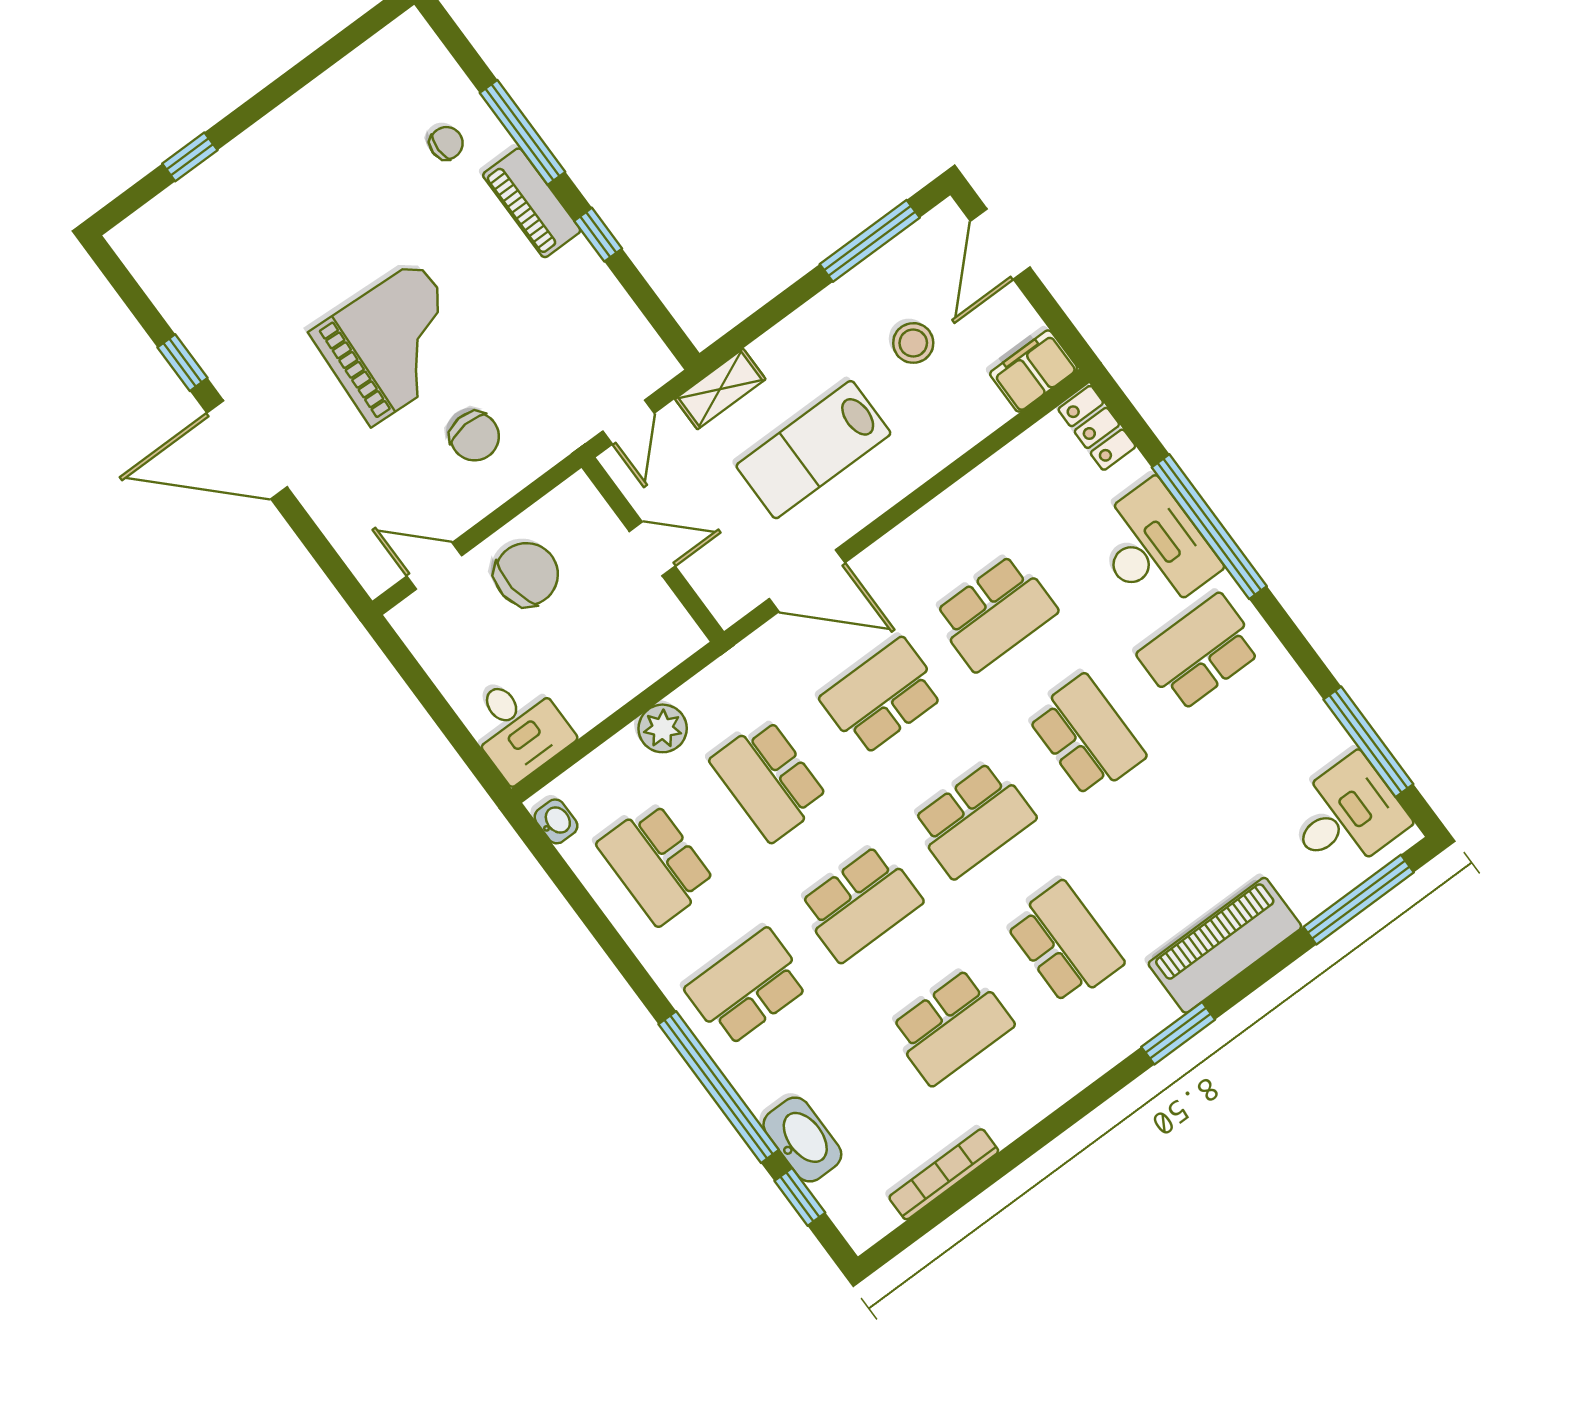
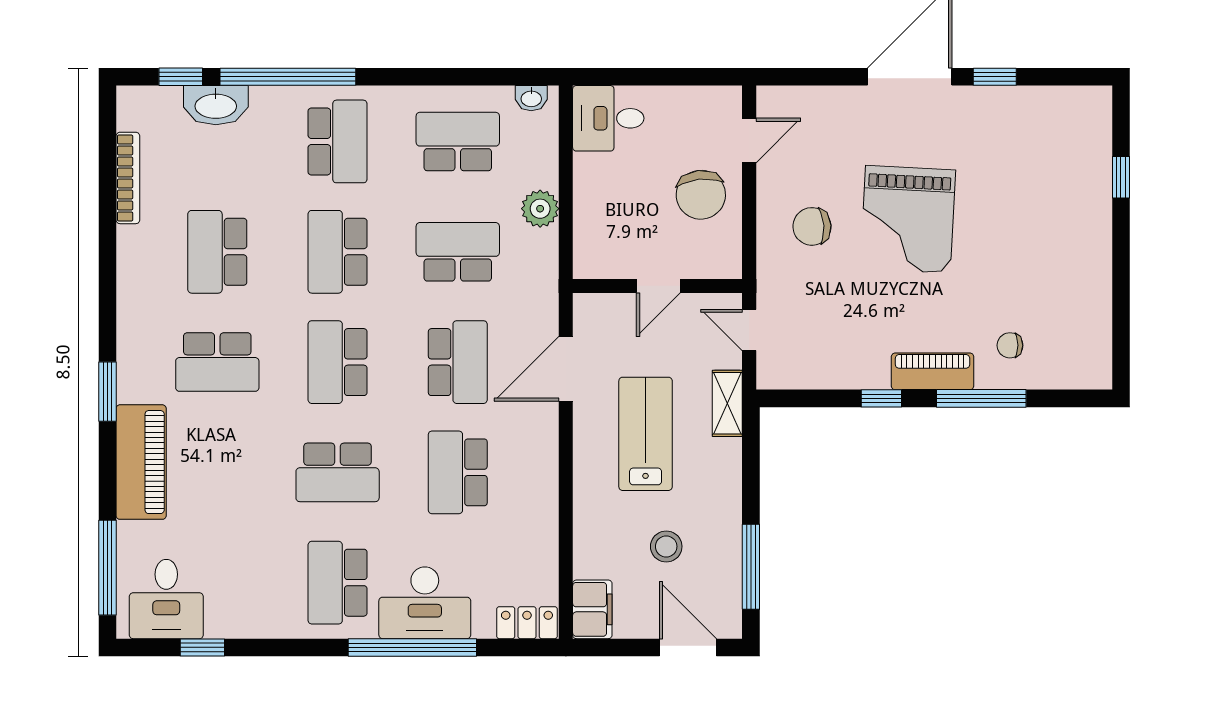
chair: (446, 143) -> (1010, 345), turned 90
school desk: (1200, 652) -> (338, 583), turned 180
window: (1368, 742) -> (202, 647), width x0.46

